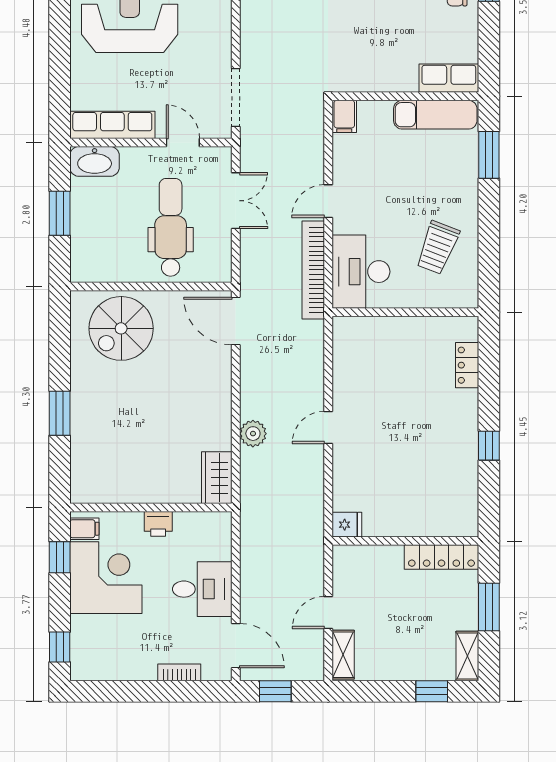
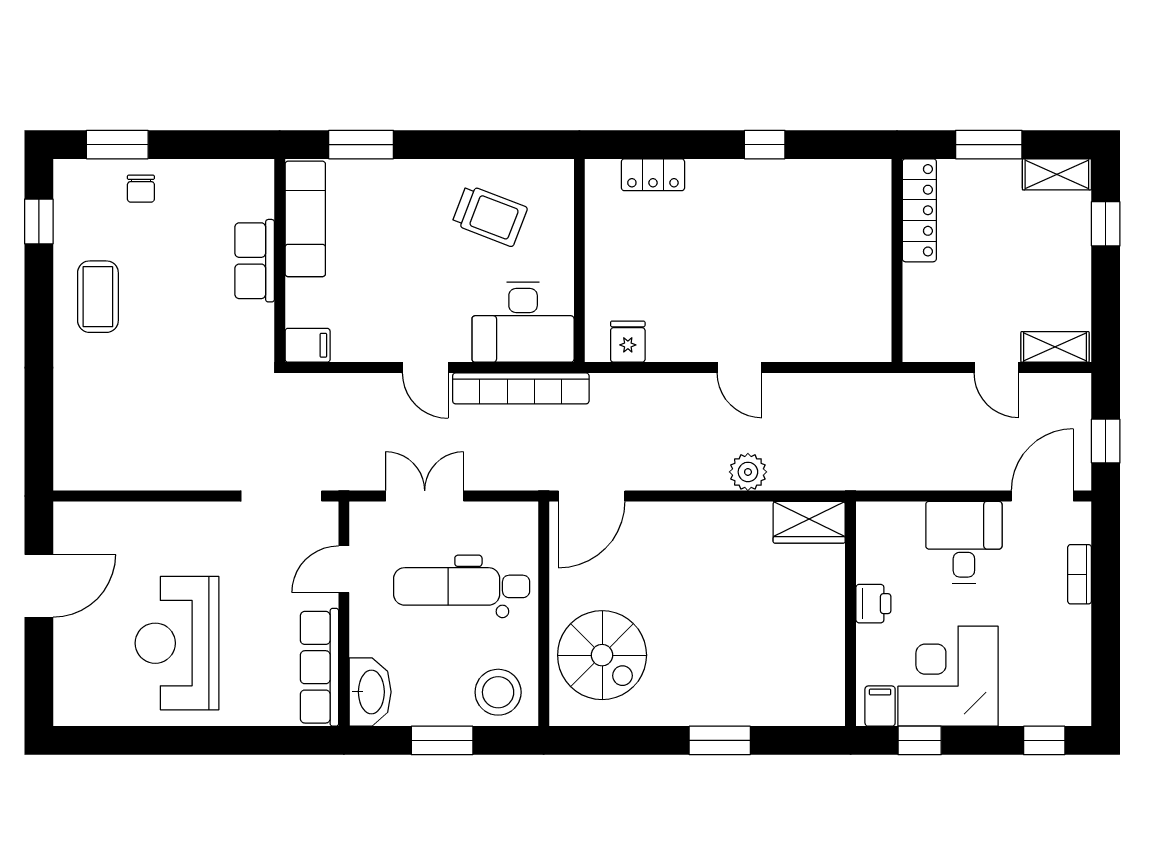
row of seats: (449, 78) -> (255, 261), moved
stool: (94, 254) -> (498, 692), added
fridge: (347, 525) -> (628, 342), moved

